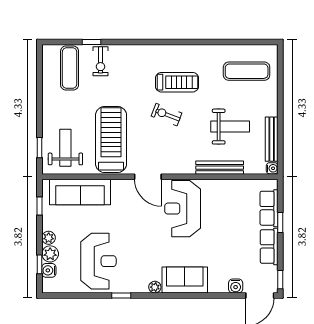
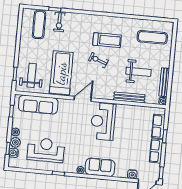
door: (148, 177) -> (83, 99), swing flipped
reception desk: (98, 261) -> (46, 150), turned -90

